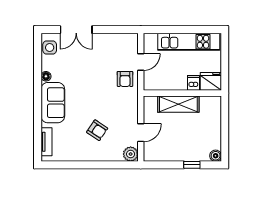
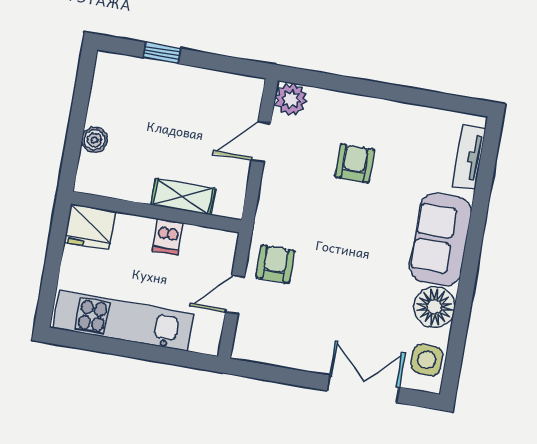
floor lamp: (46, 76) -> (434, 307), width x1.89, depth x1.89
dishwasher: (193, 83) -> (168, 237), moved
shelving: (178, 104) -> (183, 197), width x0.67, depth x0.75
armchair: (97, 130) -> (355, 163), turned 56
boiler: (216, 156) -> (94, 140), moved

